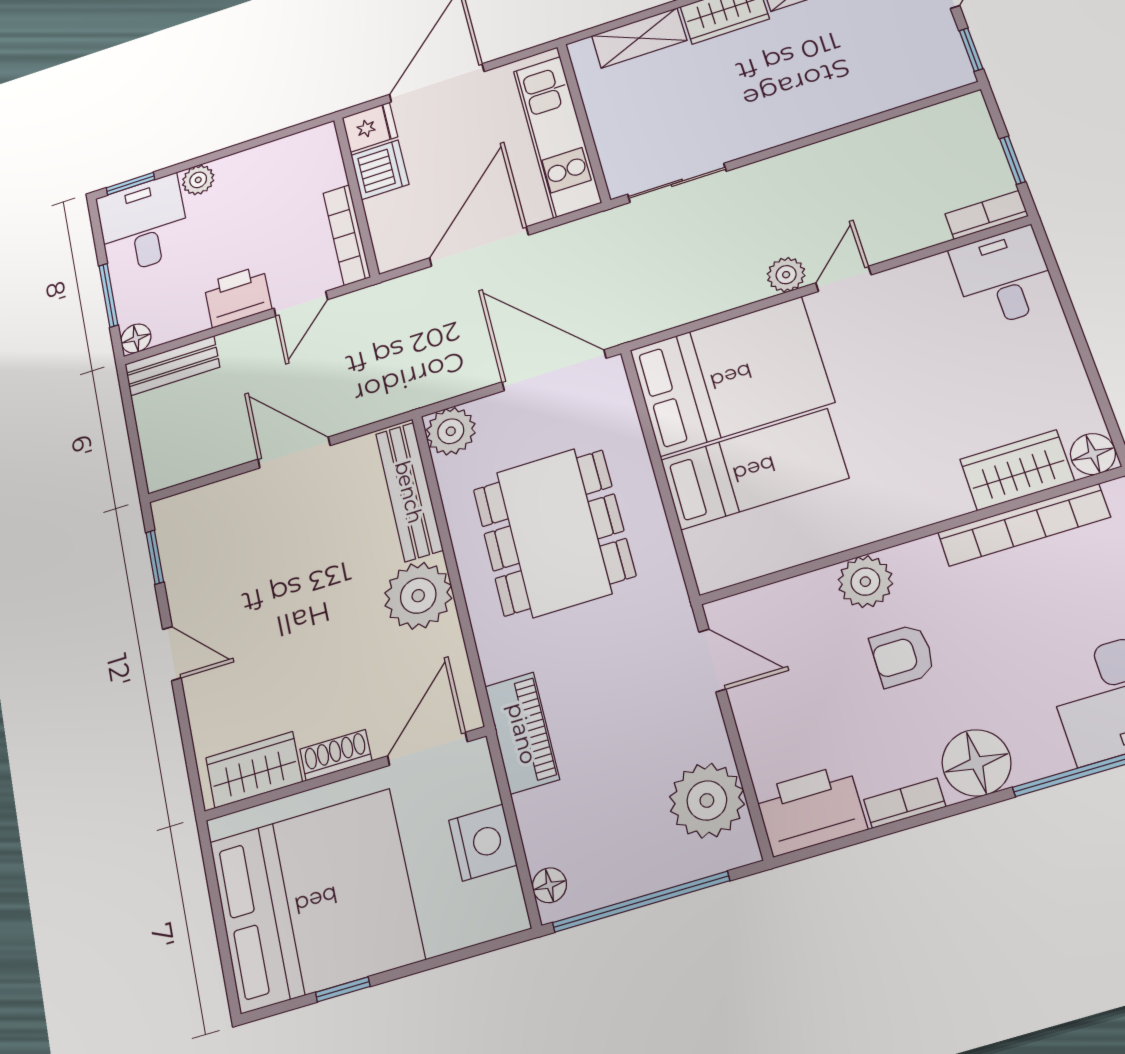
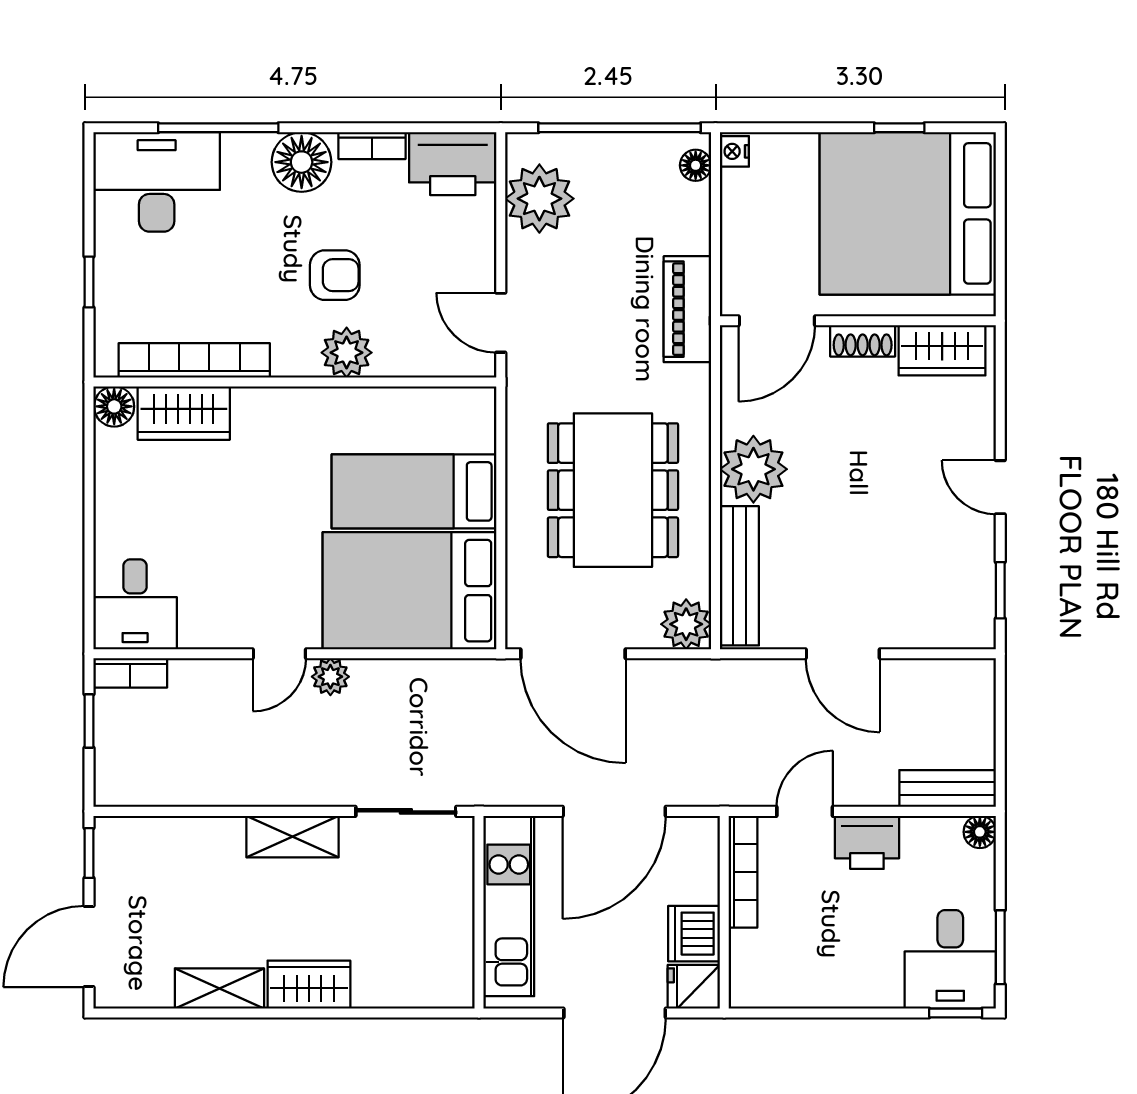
shelving: (639, 38) -> (292, 837), moved
plant: (198, 180) -> (884, 991), removed
window: (108, 295) -> (1000, 947), moved
nightstand: (483, 843) -> (734, 151), moved, width x0.53, depth x0.56

